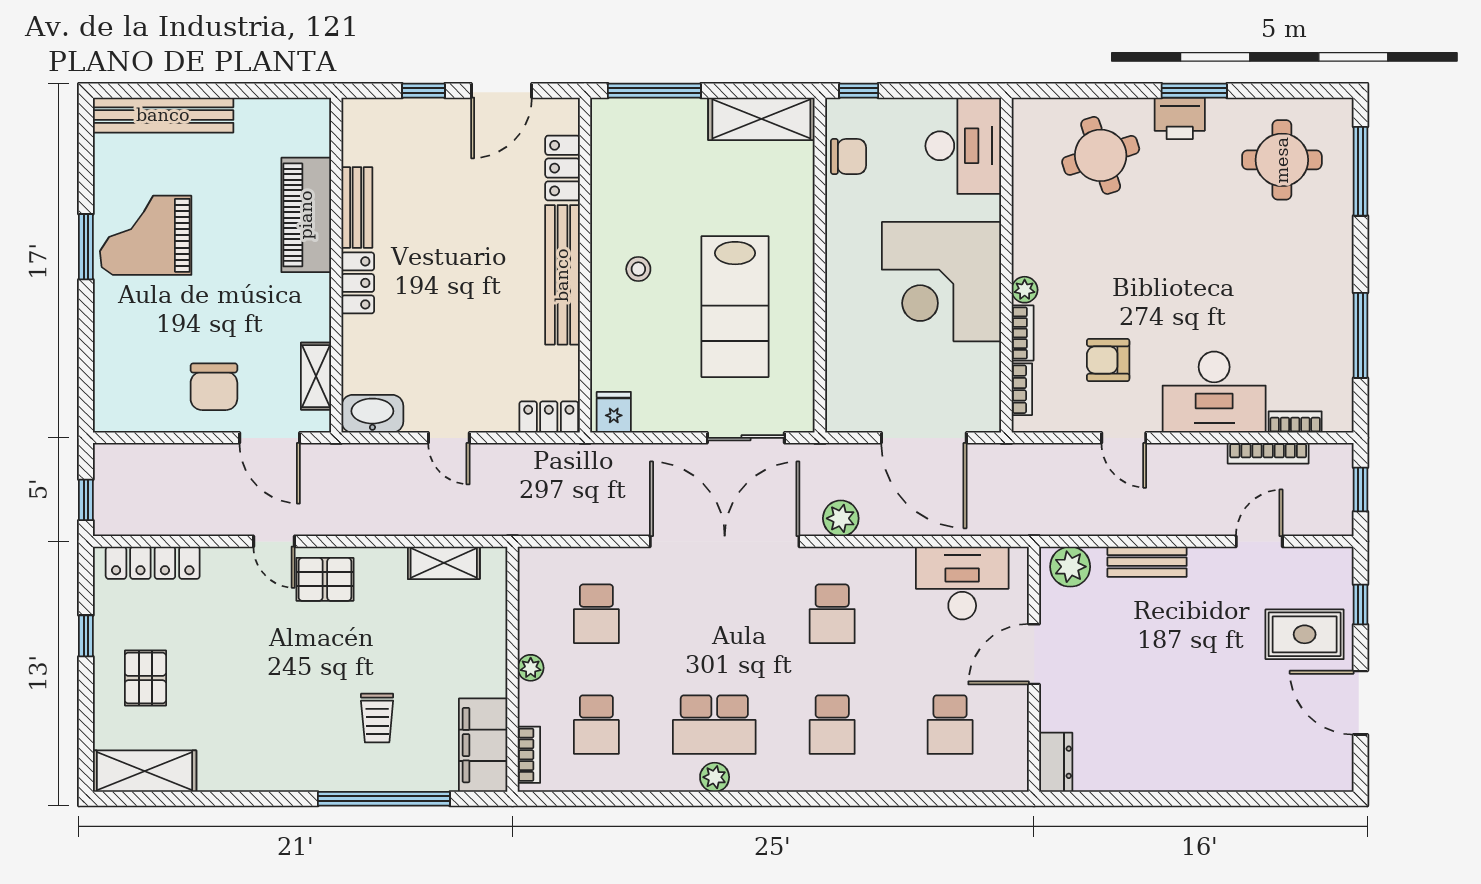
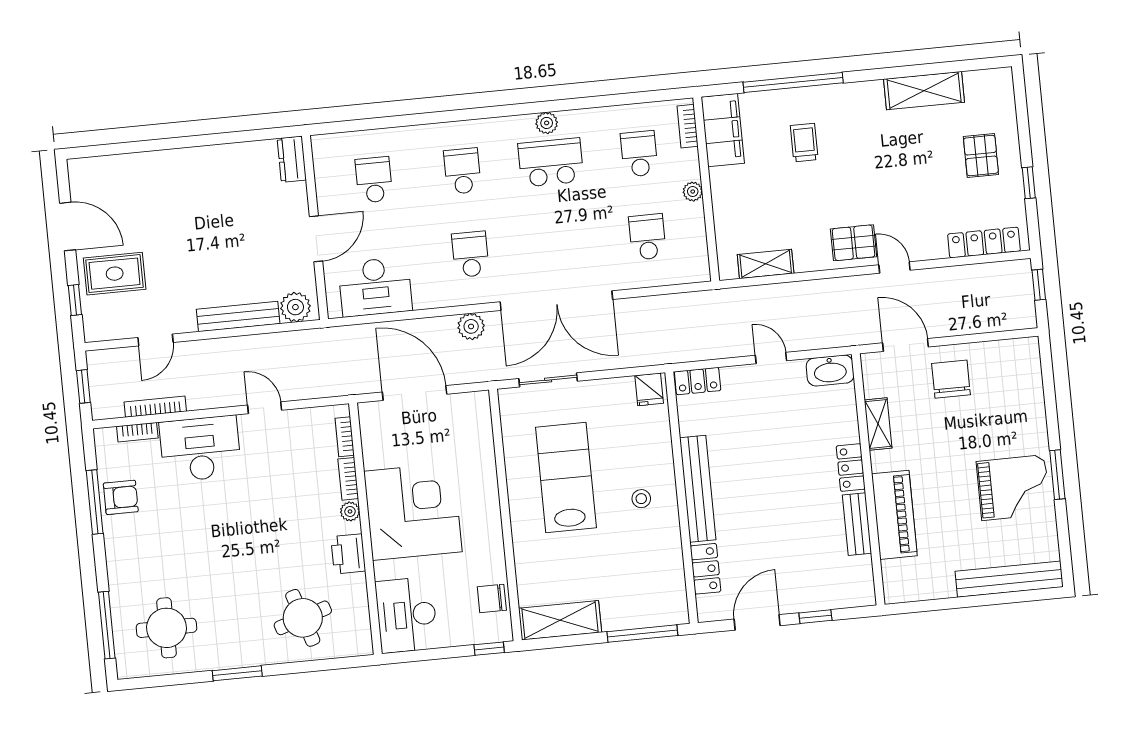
printer: (1180, 118) -> (348, 554), moved, turned -90
armchair: (1108, 360) -> (121, 497), moved
shelving: (316, 376) -> (878, 424), moved
bench: (1147, 562) -> (238, 316), width x1.36
shelving: (145, 771) -> (924, 91), moved

